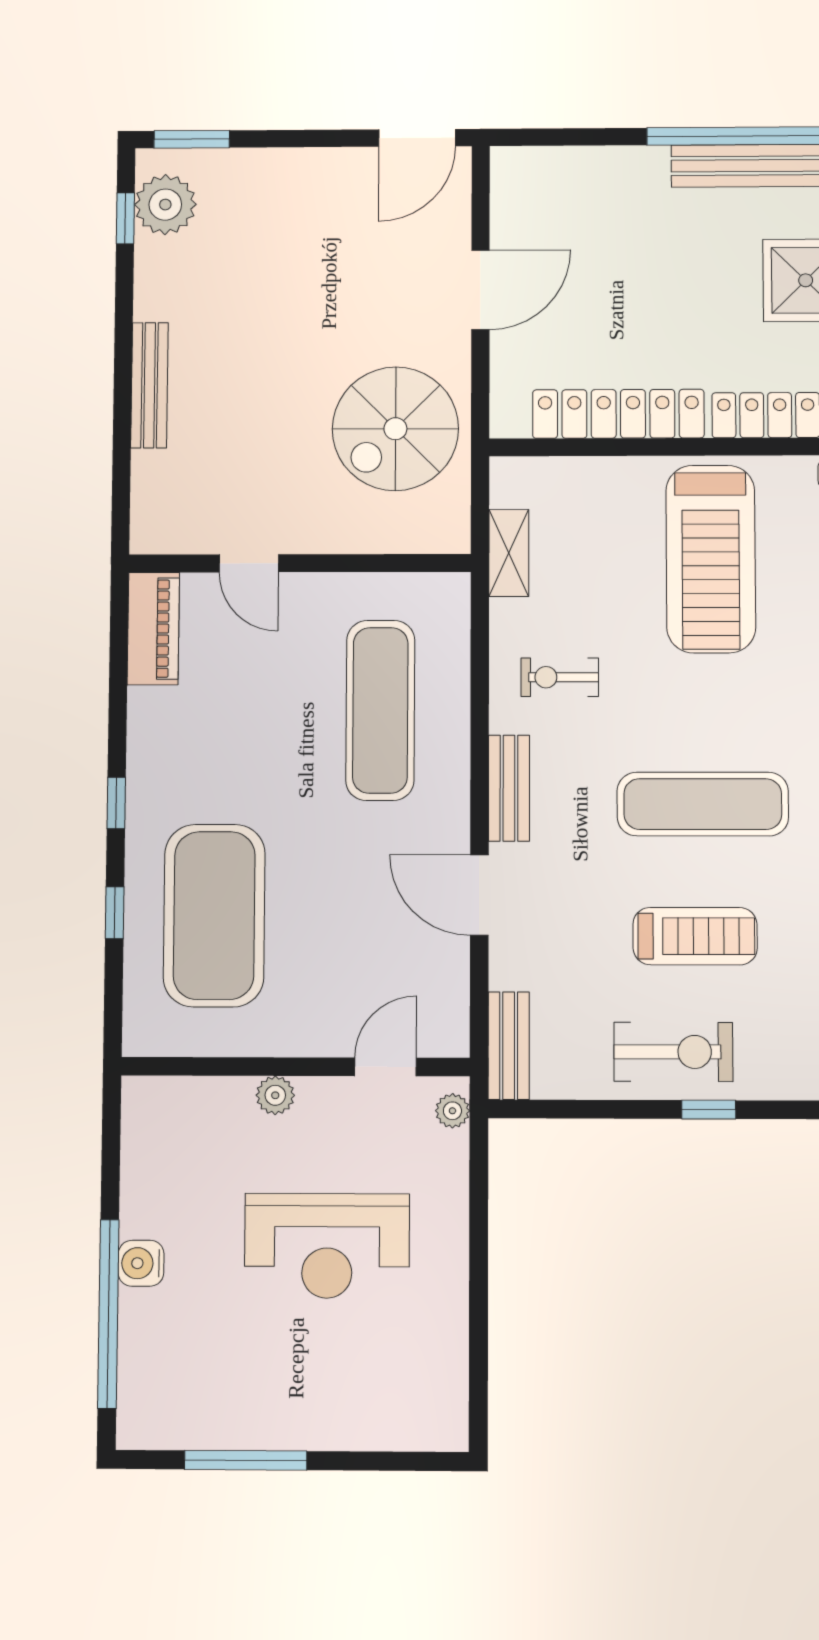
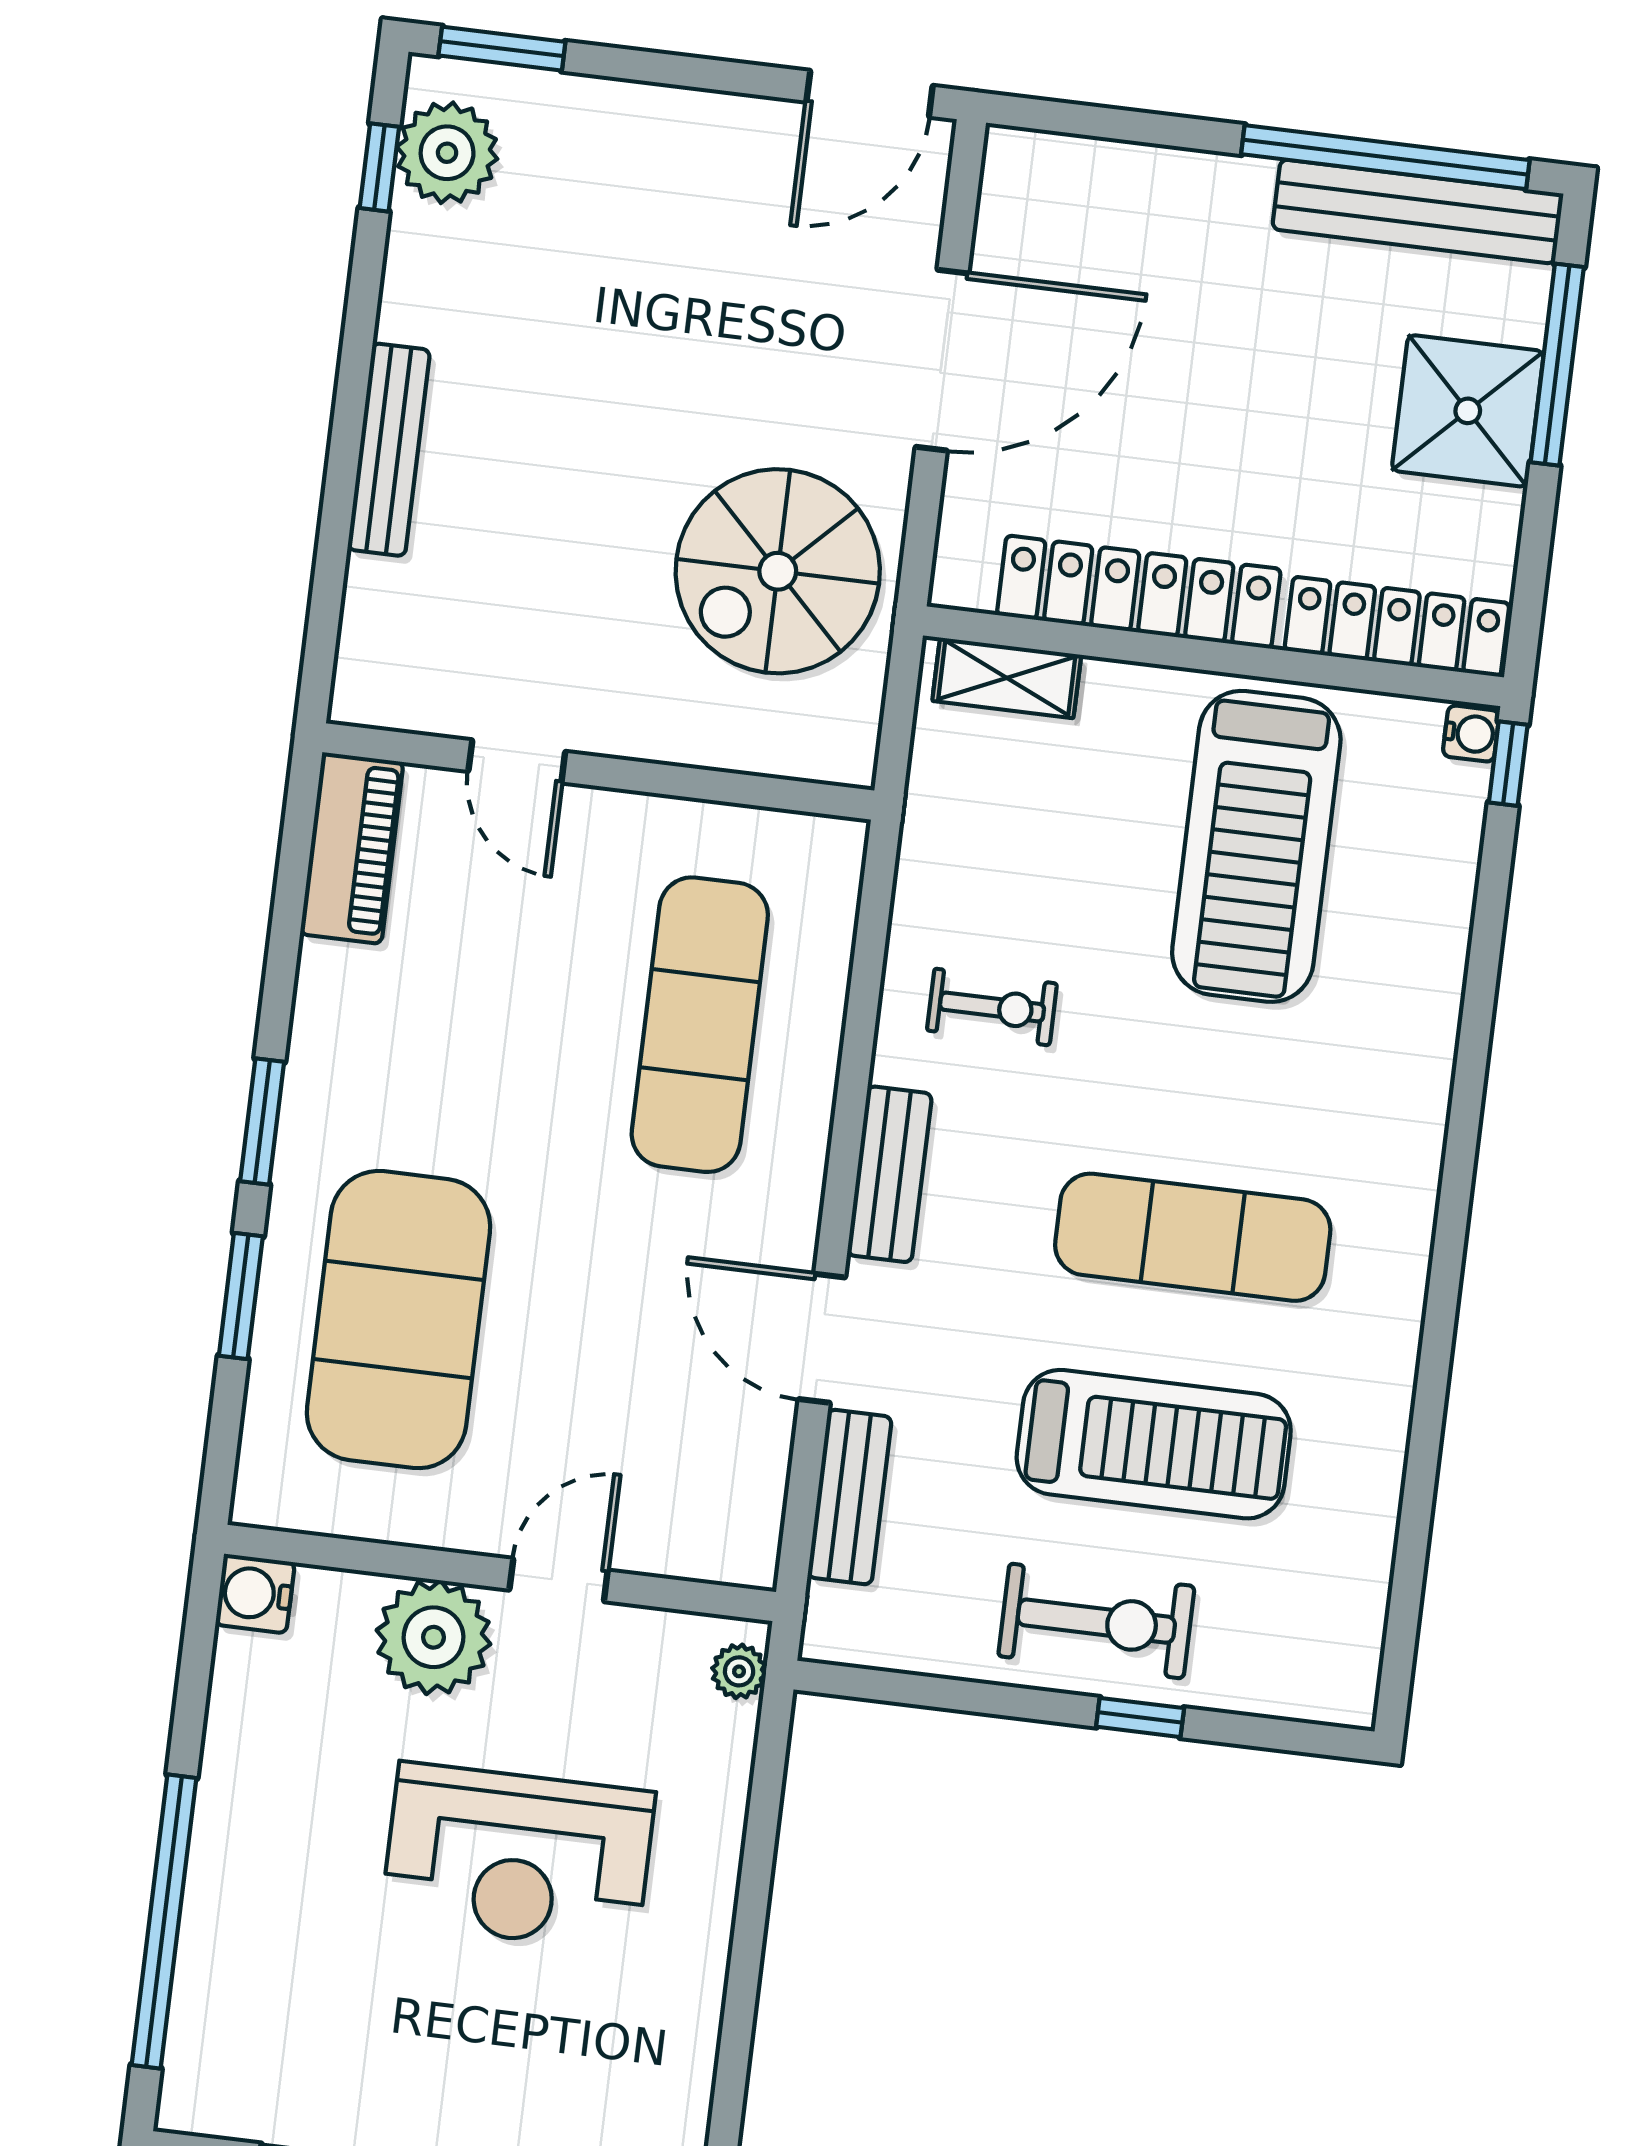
door: (480, 290) -> (942, 360), width x1.36
shelving: (509, 553) -> (1007, 678), moved, turned 90
exercise bike: (560, 677) -> (992, 1007), turned 180
window: (116, 803) -> (262, 1122), width x1.50
window: (115, 913) -> (241, 1296), width x1.50
treadmill: (695, 936) -> (1154, 1444), width x1.37, depth x1.38
bench: (509, 1046) -> (850, 1497), moved
door: (386, 1067) -> (559, 1580), moved
plant: (275, 1095) -> (434, 1637), width x1.88, depth x1.88
water cooler: (141, 1263) -> (255, 1594), moved

